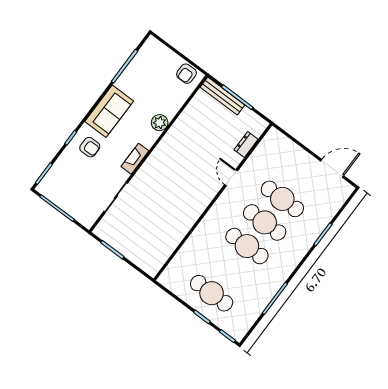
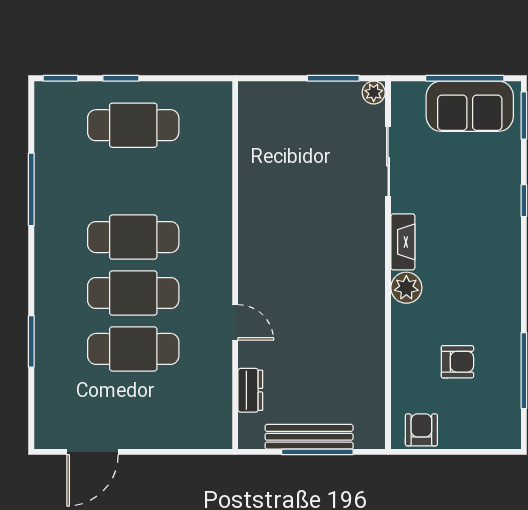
bench: (222, 96) -> (309, 437), moved
sofa: (109, 111) -> (470, 106), moved, turned -90
plant: (160, 123) -> (406, 288), moved
armchair: (90, 147) -> (457, 362), moved, turned 180
plant: (100, 231) -> (374, 92), added

